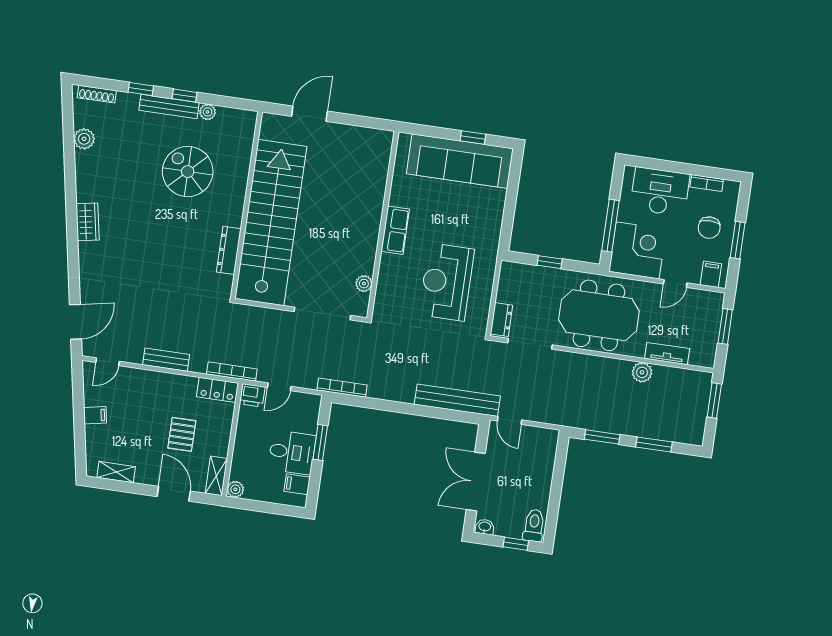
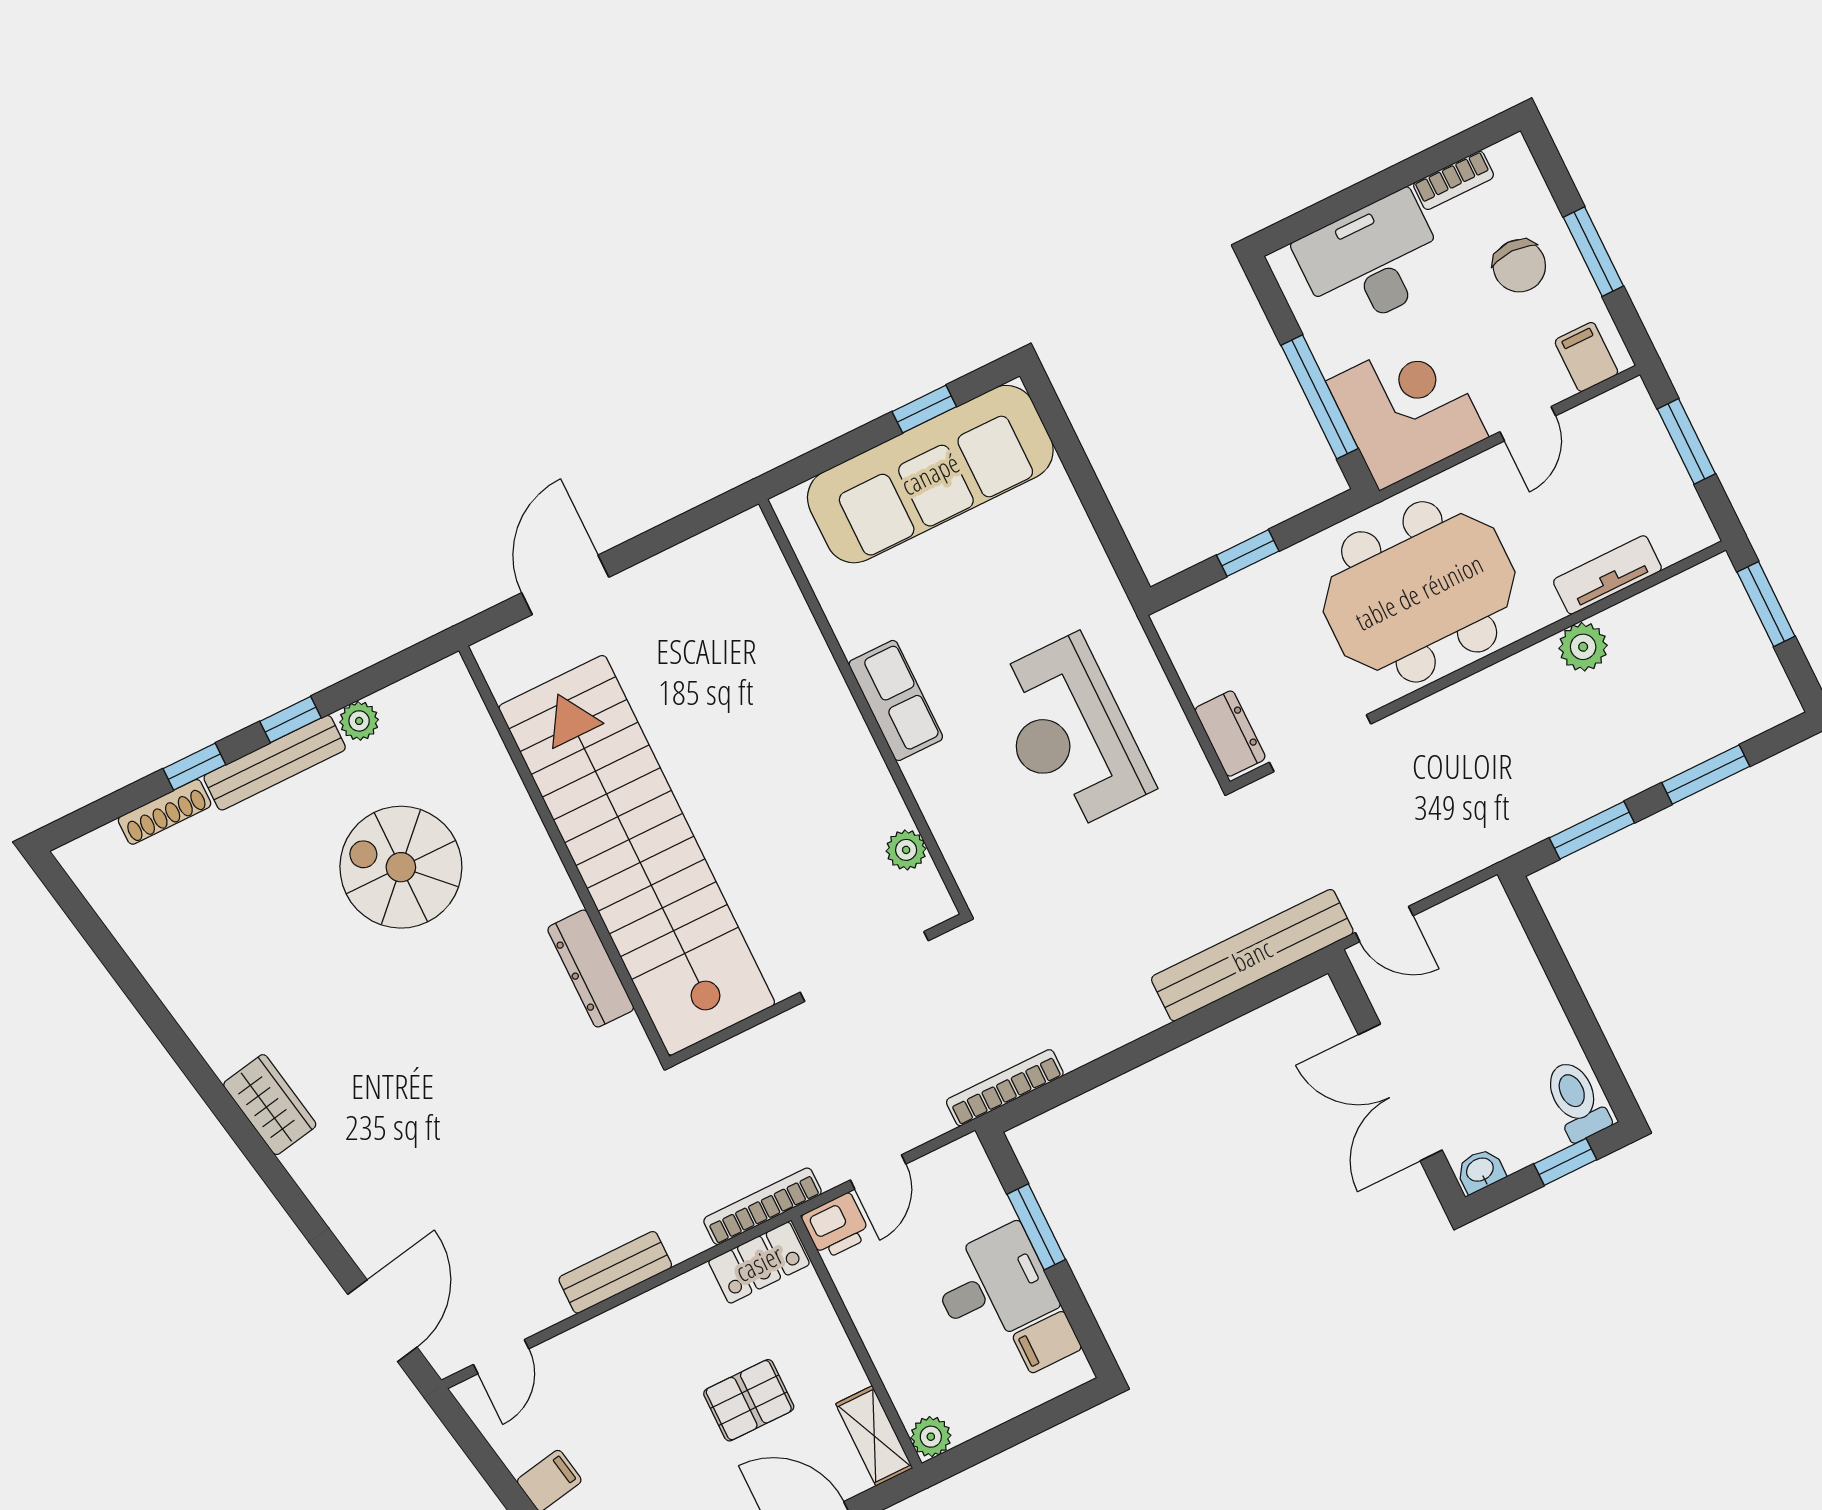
shoe rack: (97, 94) -> (165, 812), moved
plant: (84, 139) -> (149, 944), removed
pallet: (182, 434) -> (749, 1400), turned 90

